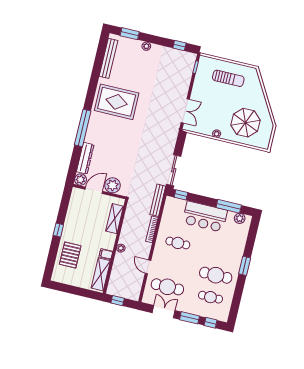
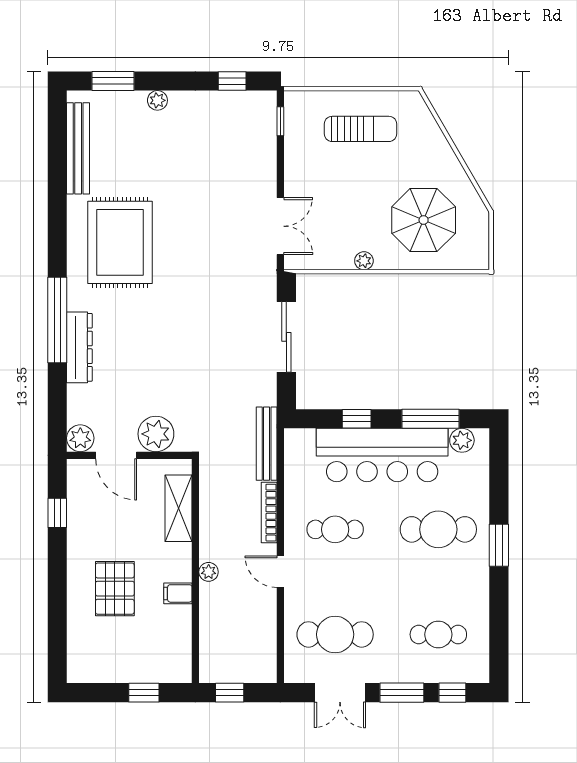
rug: (117, 102) -> (120, 242), turned 90
dresser: (85, 158) -> (79, 347), moved
sliding door: (174, 170) -> (286, 337), moved
door: (94, 190) -> (116, 455), swing flipped
window: (181, 195) -> (357, 419), moved
bar counter: (205, 217) -> (382, 455), width x1.36
window: (58, 230) -> (57, 513), moved
pallet: (70, 255) -> (115, 589), moved
door: (148, 267) -> (280, 572), moved
shelving: (101, 274) -> (177, 642), removed
cafe table: (216, 275) -> (438, 529), moved
window: (82, 292) -> (144, 693), added
double door: (164, 312) -> (340, 693), swing flipped

